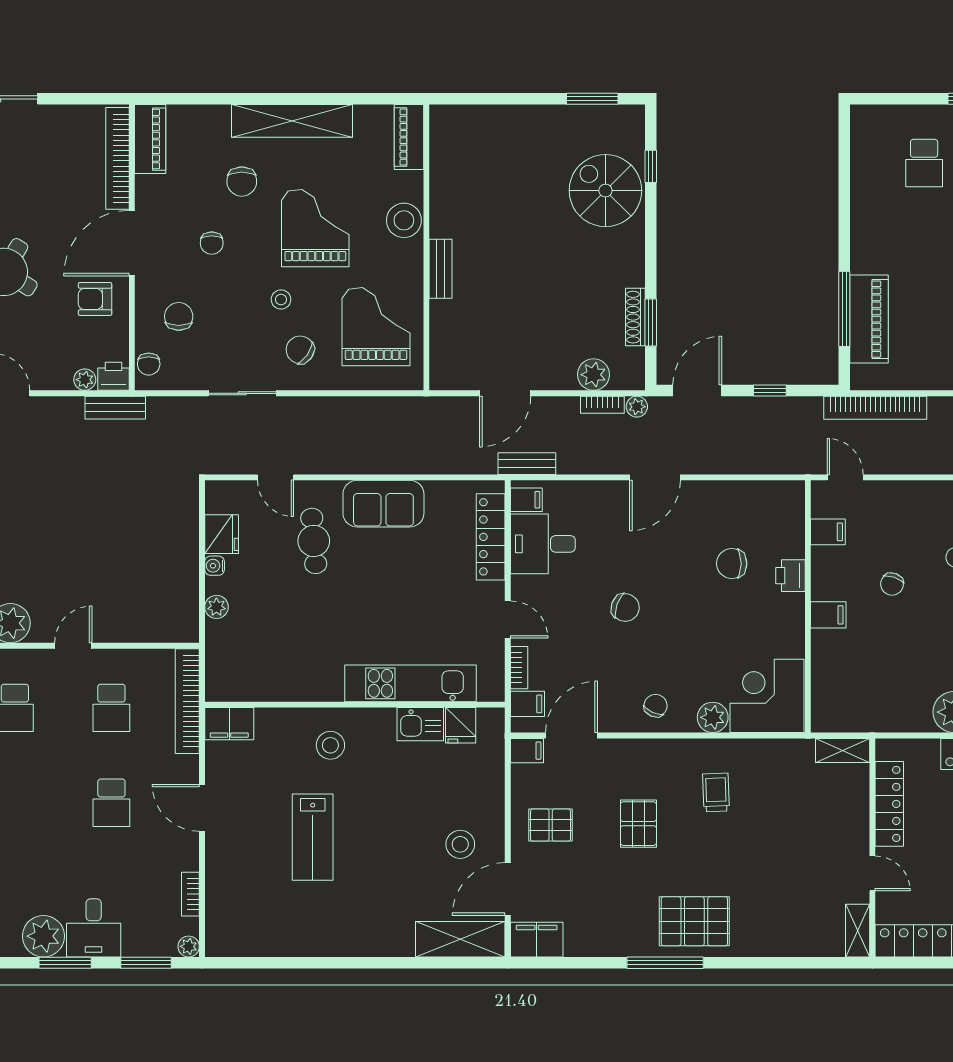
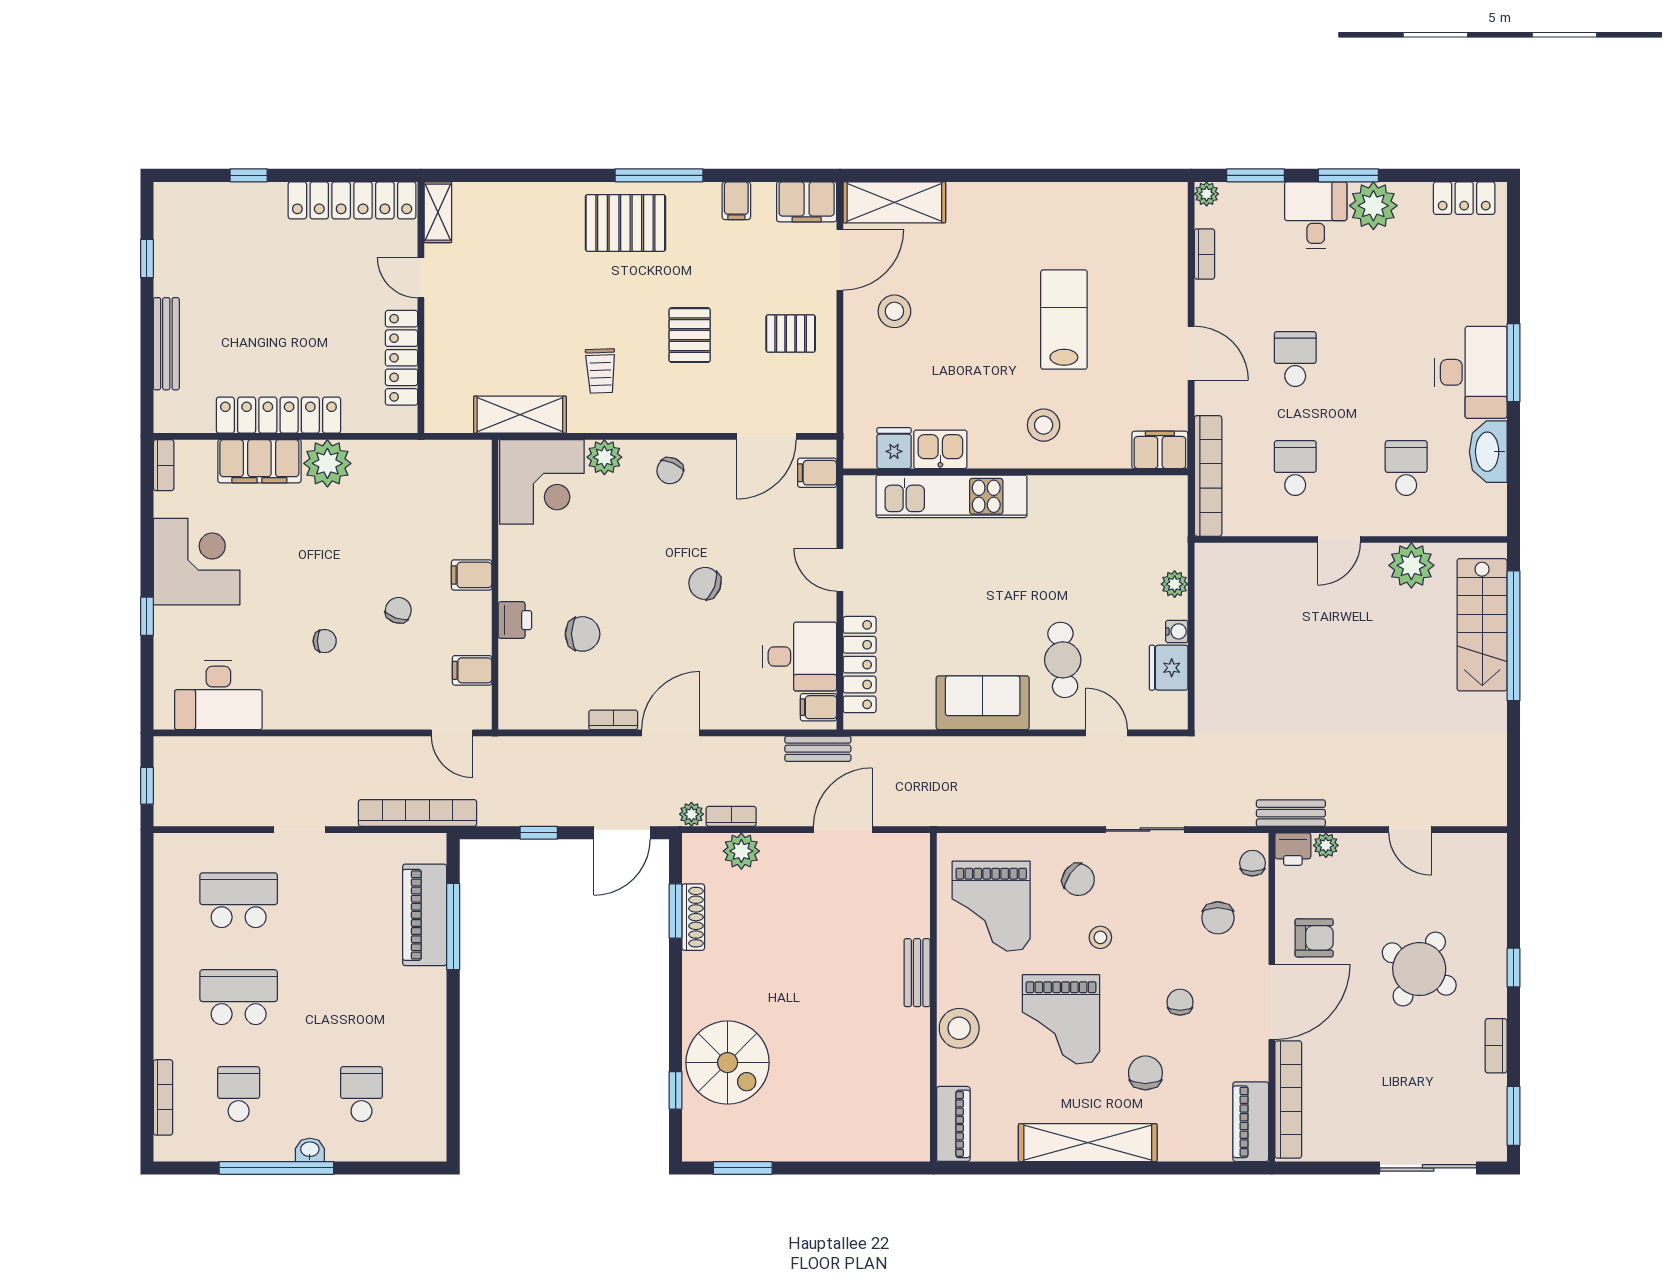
bookcase: (519, 668) -> (613, 720), moved, turned 90
shelving: (843, 750) -> (520, 415), moved, width x1.50, depth x1.33
filing cabinet: (527, 751) -> (736, 201), moved, turned -90

